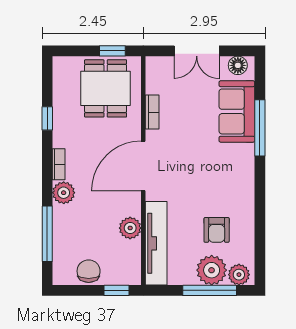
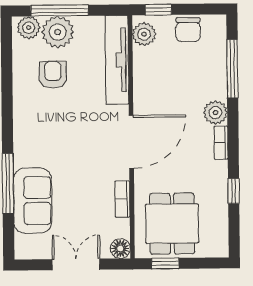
floor lamp: (238, 65) -> (120, 249), moved
plant: (130, 228) -> (144, 34), moved

